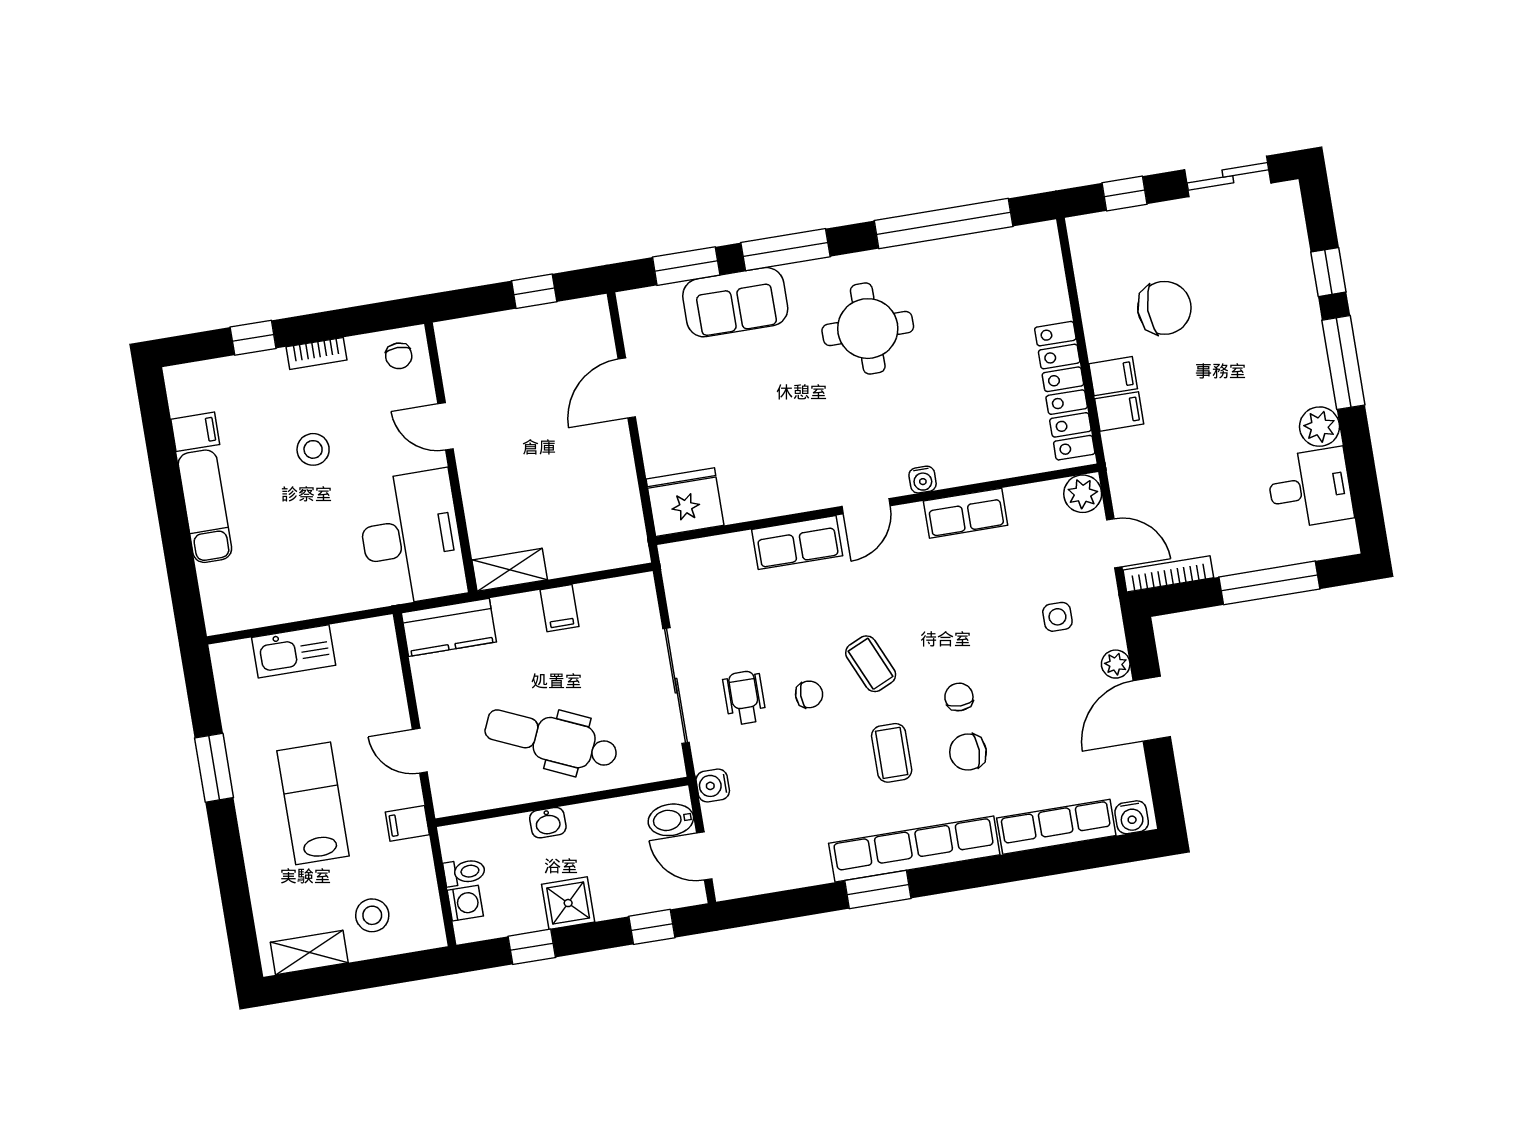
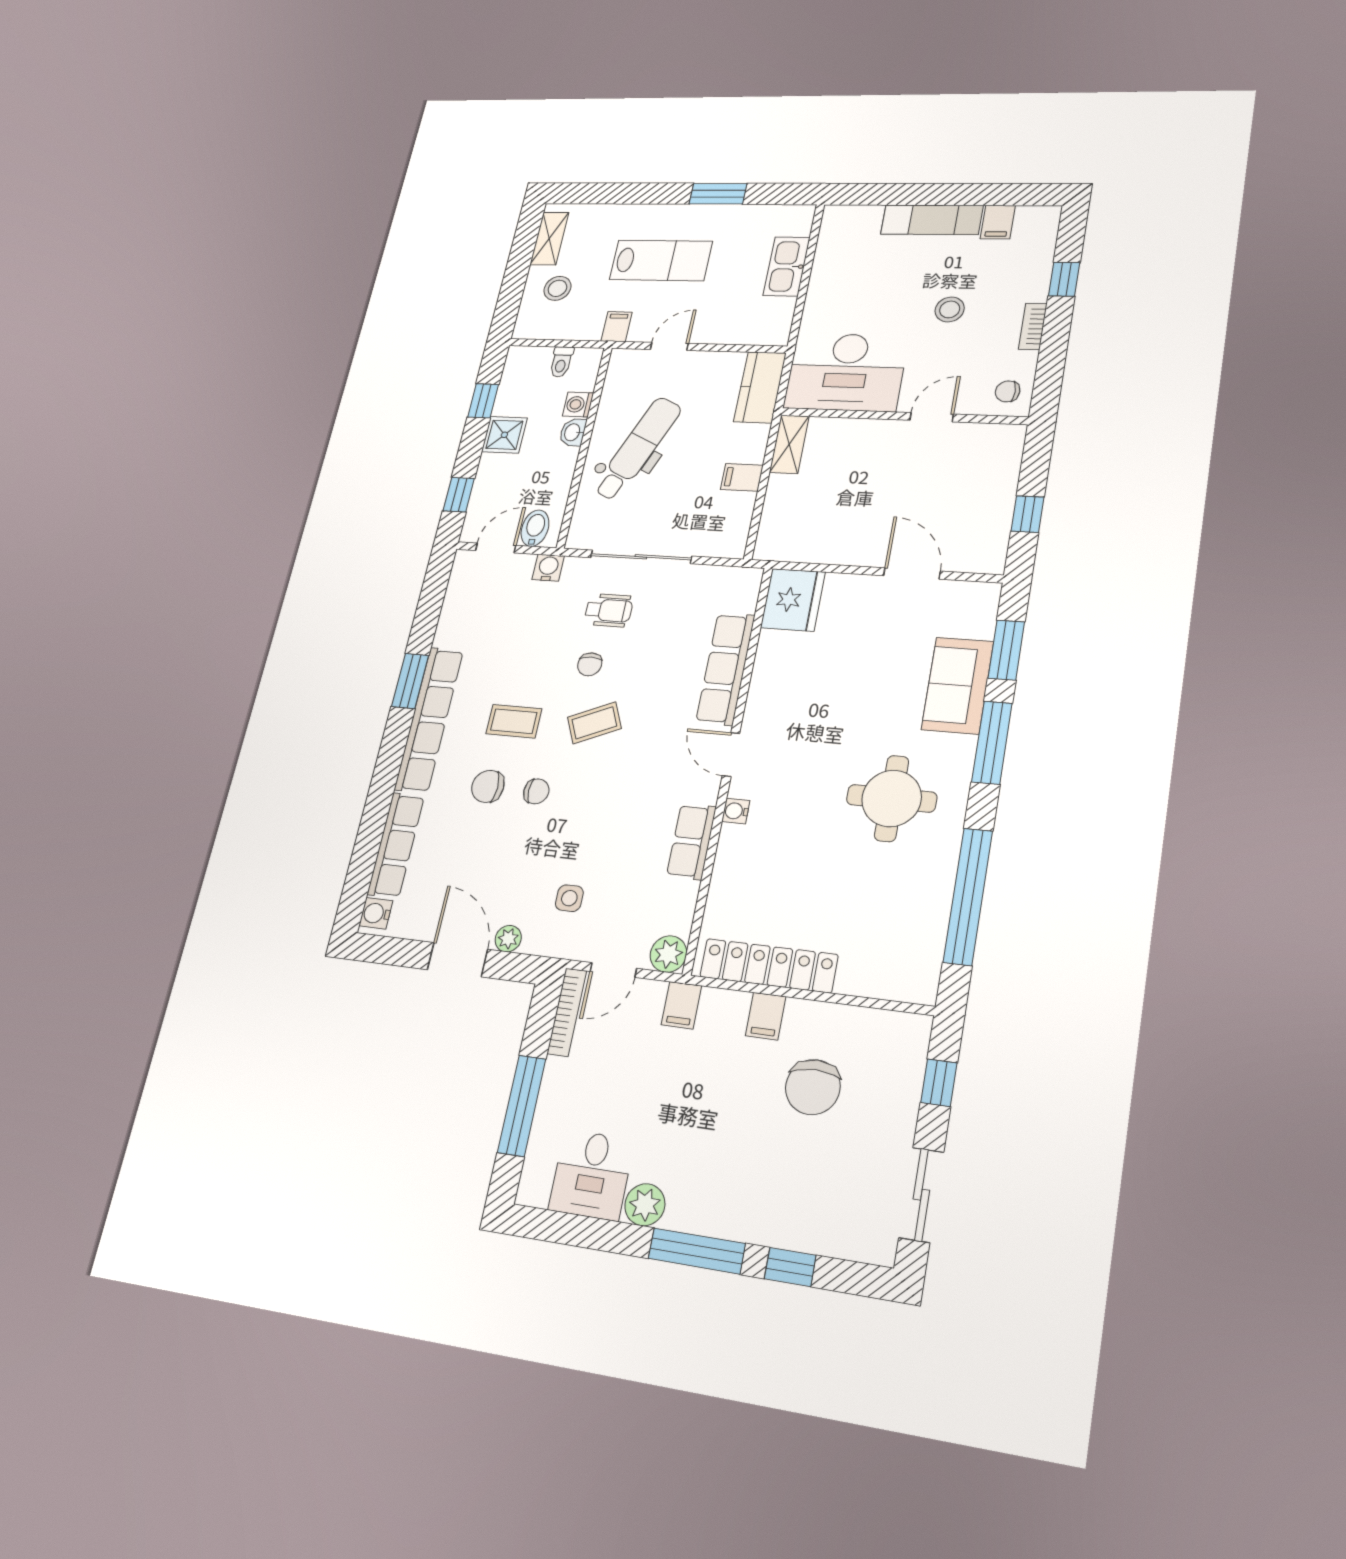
filing cabinet: (1119, 411) -> (681, 1005), moved
row of seats: (797, 543) -> (725, 669), width x1.48
chair: (968, 752) -> (488, 786), turned -89
washing machine: (465, 903) -> (578, 404), moved, turned 90

